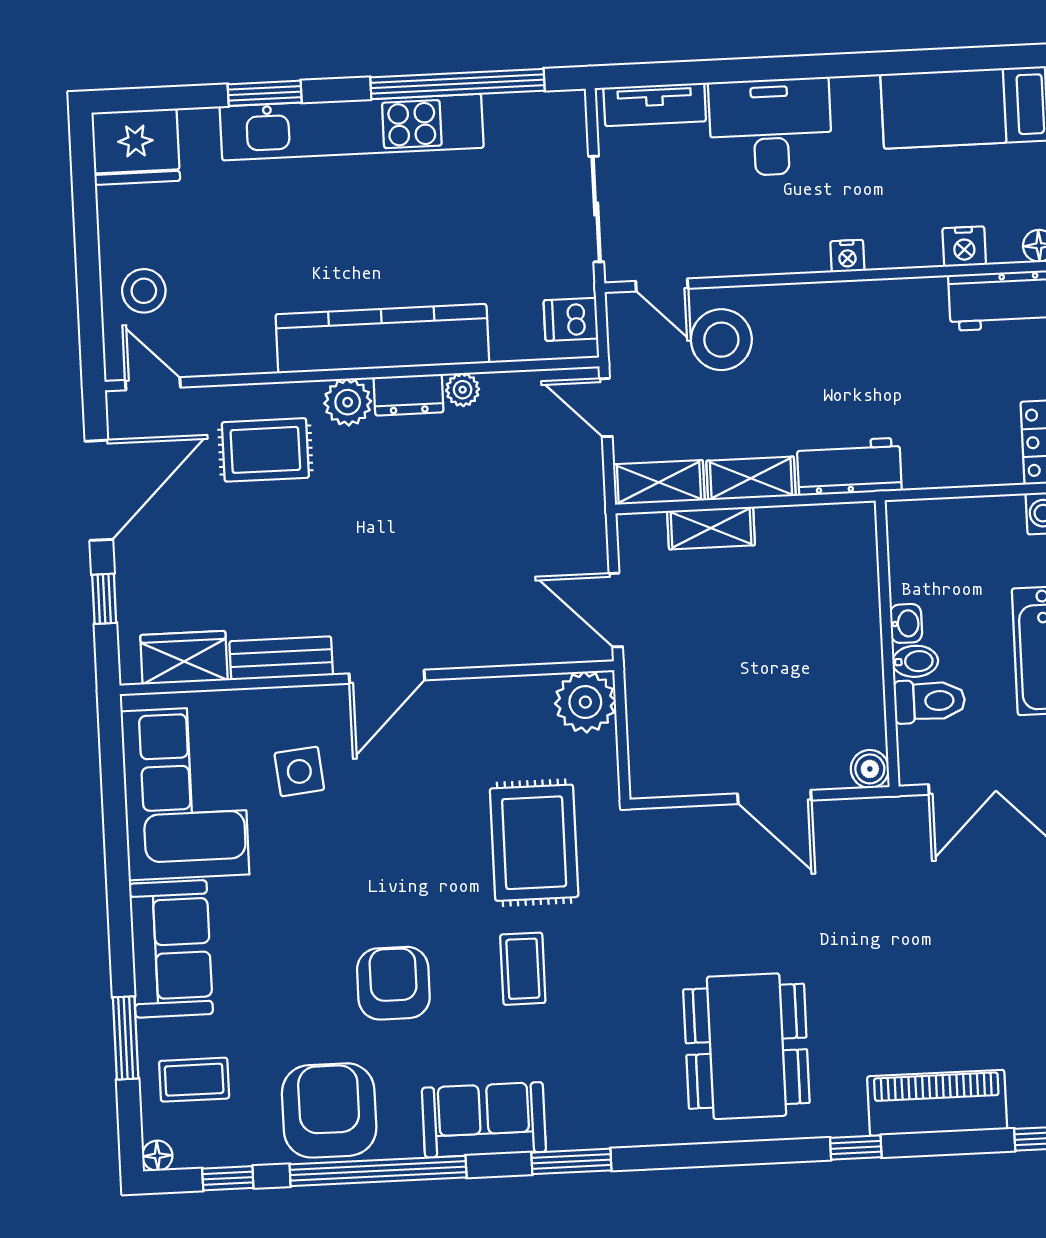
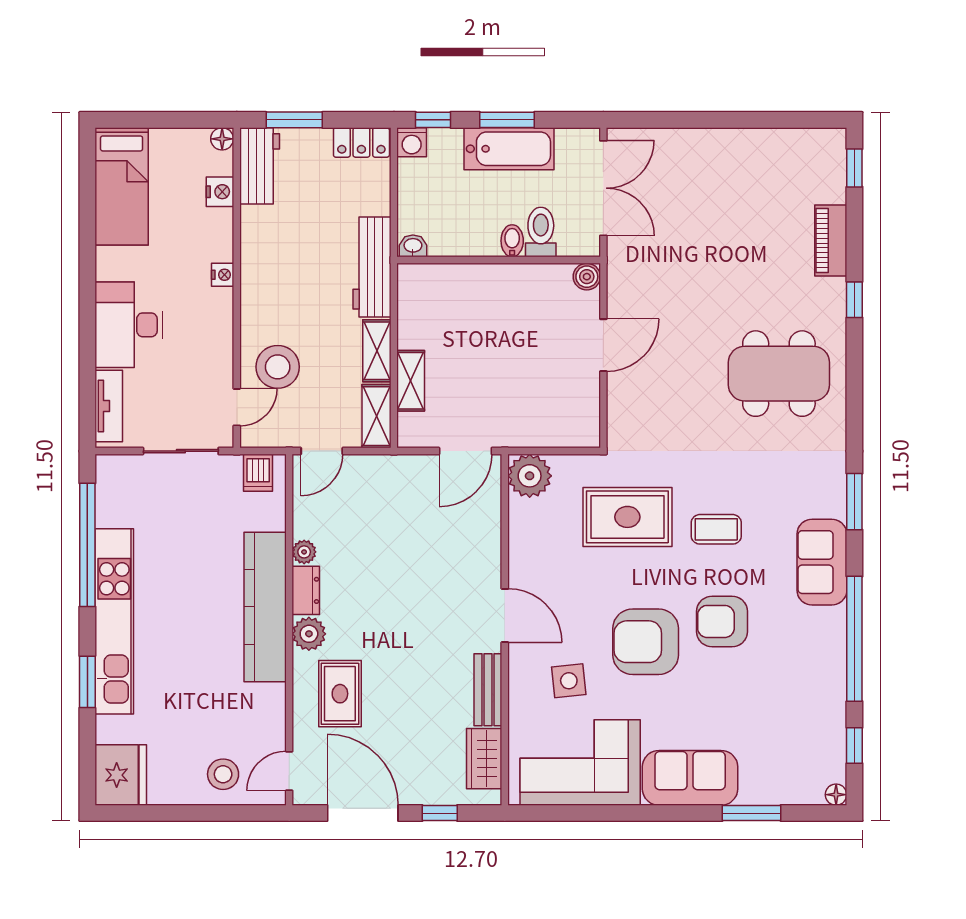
workbench: (849, 467) -> (372, 267), width x1.38
washbasin: (906, 623) -> (413, 246), moved
coffee table: (194, 1080) -> (783, 766), removed
piano: (937, 1103) -> (831, 241), width x0.73, depth x0.75
armchair: (329, 1110) -> (646, 642), moved

